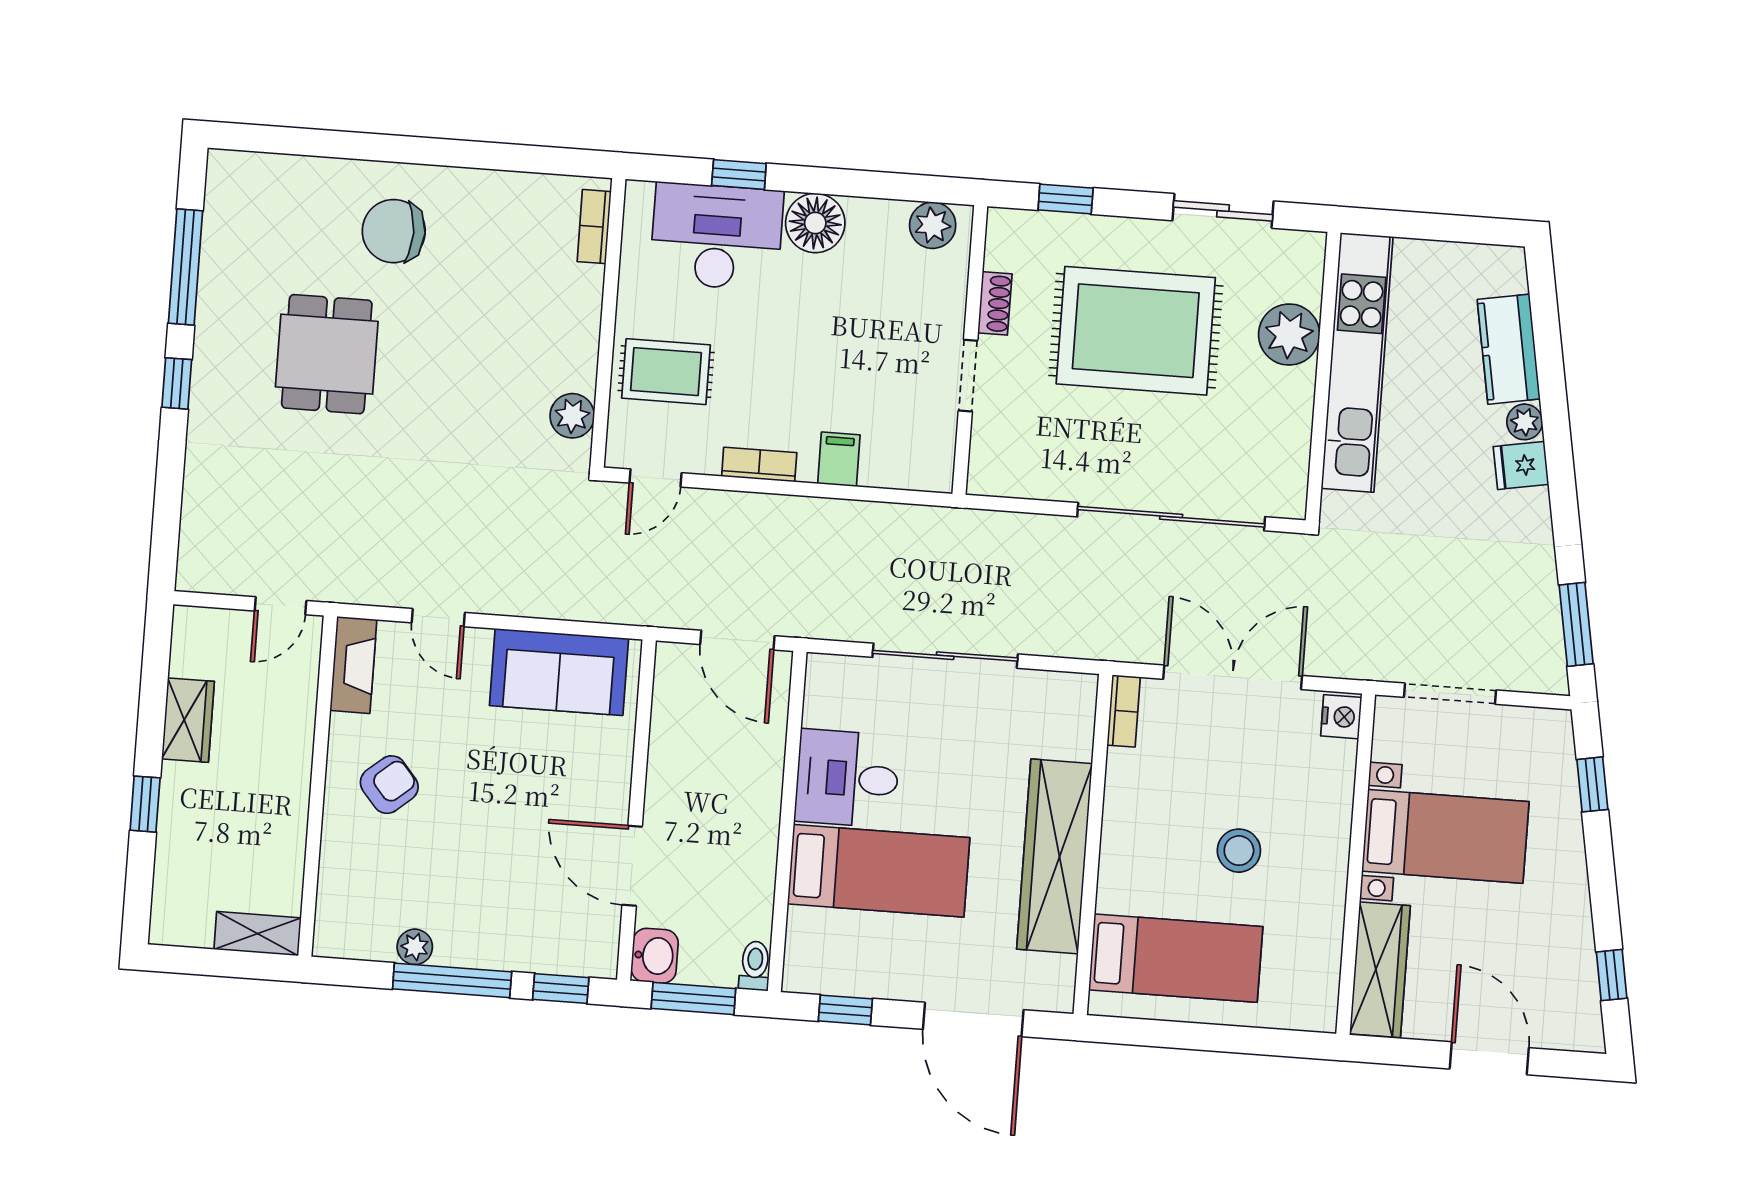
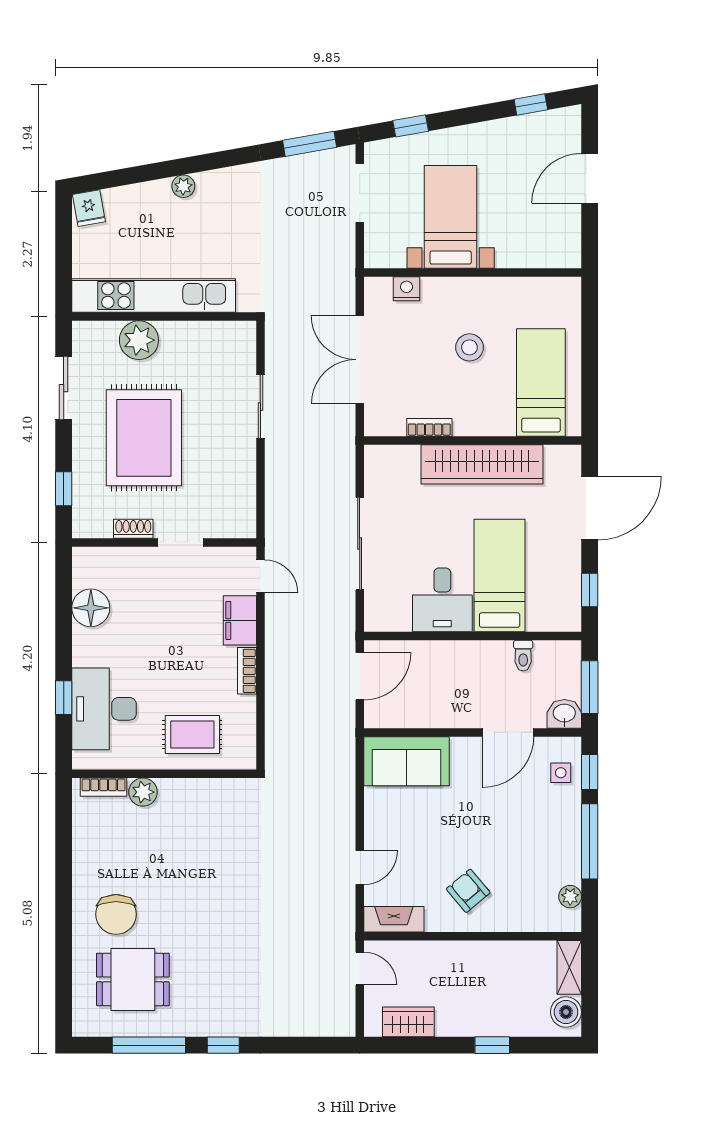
floor lamp: (815, 223) -> (91, 608), moved
plant: (933, 225) -> (87, 572), removed
kitchen counter: (1509, 349) -> (138, 200), removed
dining table: (327, 354) -> (133, 979), moved
rug: (666, 372) -> (192, 735), turned 90
plant: (572, 416) -> (143, 792), moved
filing cabinet: (839, 459) -> (240, 620), width x2.00
fridge: (1521, 465) -> (89, 208), moved
door: (656, 478) -> (260, 576), moved
sliding door: (1171, 517) -> (260, 406), width x0.54
sofa: (559, 672) -> (406, 761), moved, turned 90
doorway: (1450, 694) -> (360, 193), moved
bookcase: (1124, 711) -> (429, 427), moved
nightstand: (1341, 717) -> (407, 289), moved
wardrobe: (188, 720) -> (408, 1022), moved
boiler: (188, 923) -> (566, 1012), added
side table: (563, 943) -> (561, 773), added
plant: (415, 947) -> (570, 897), moved
toilet: (755, 966) -> (523, 656), moved, turned -90
wardrobe: (1380, 970) -> (539, 252), removed

